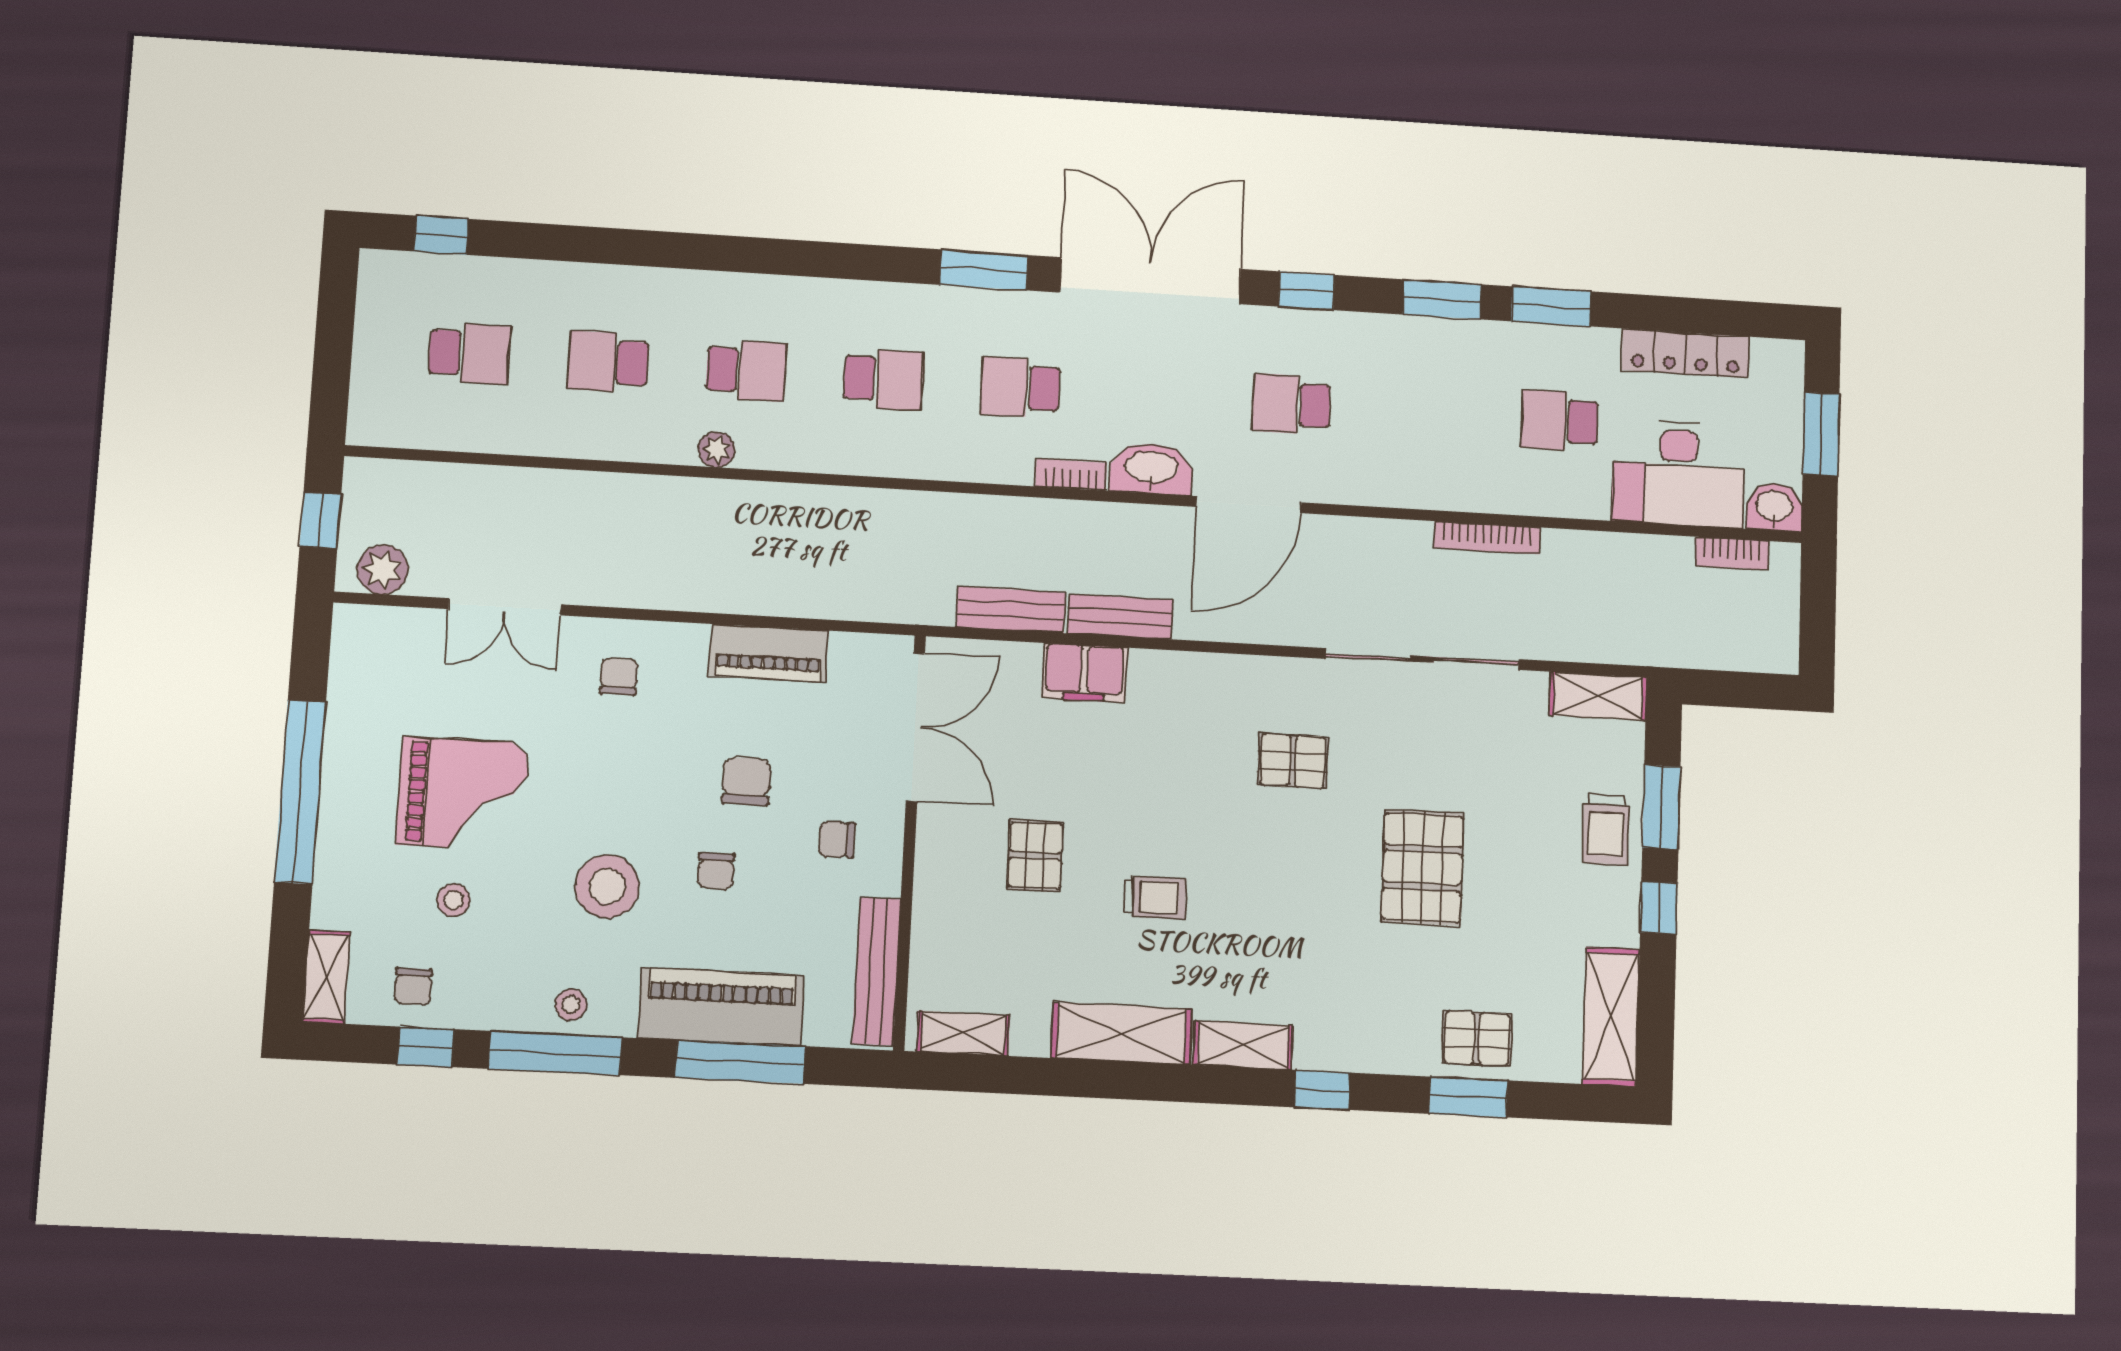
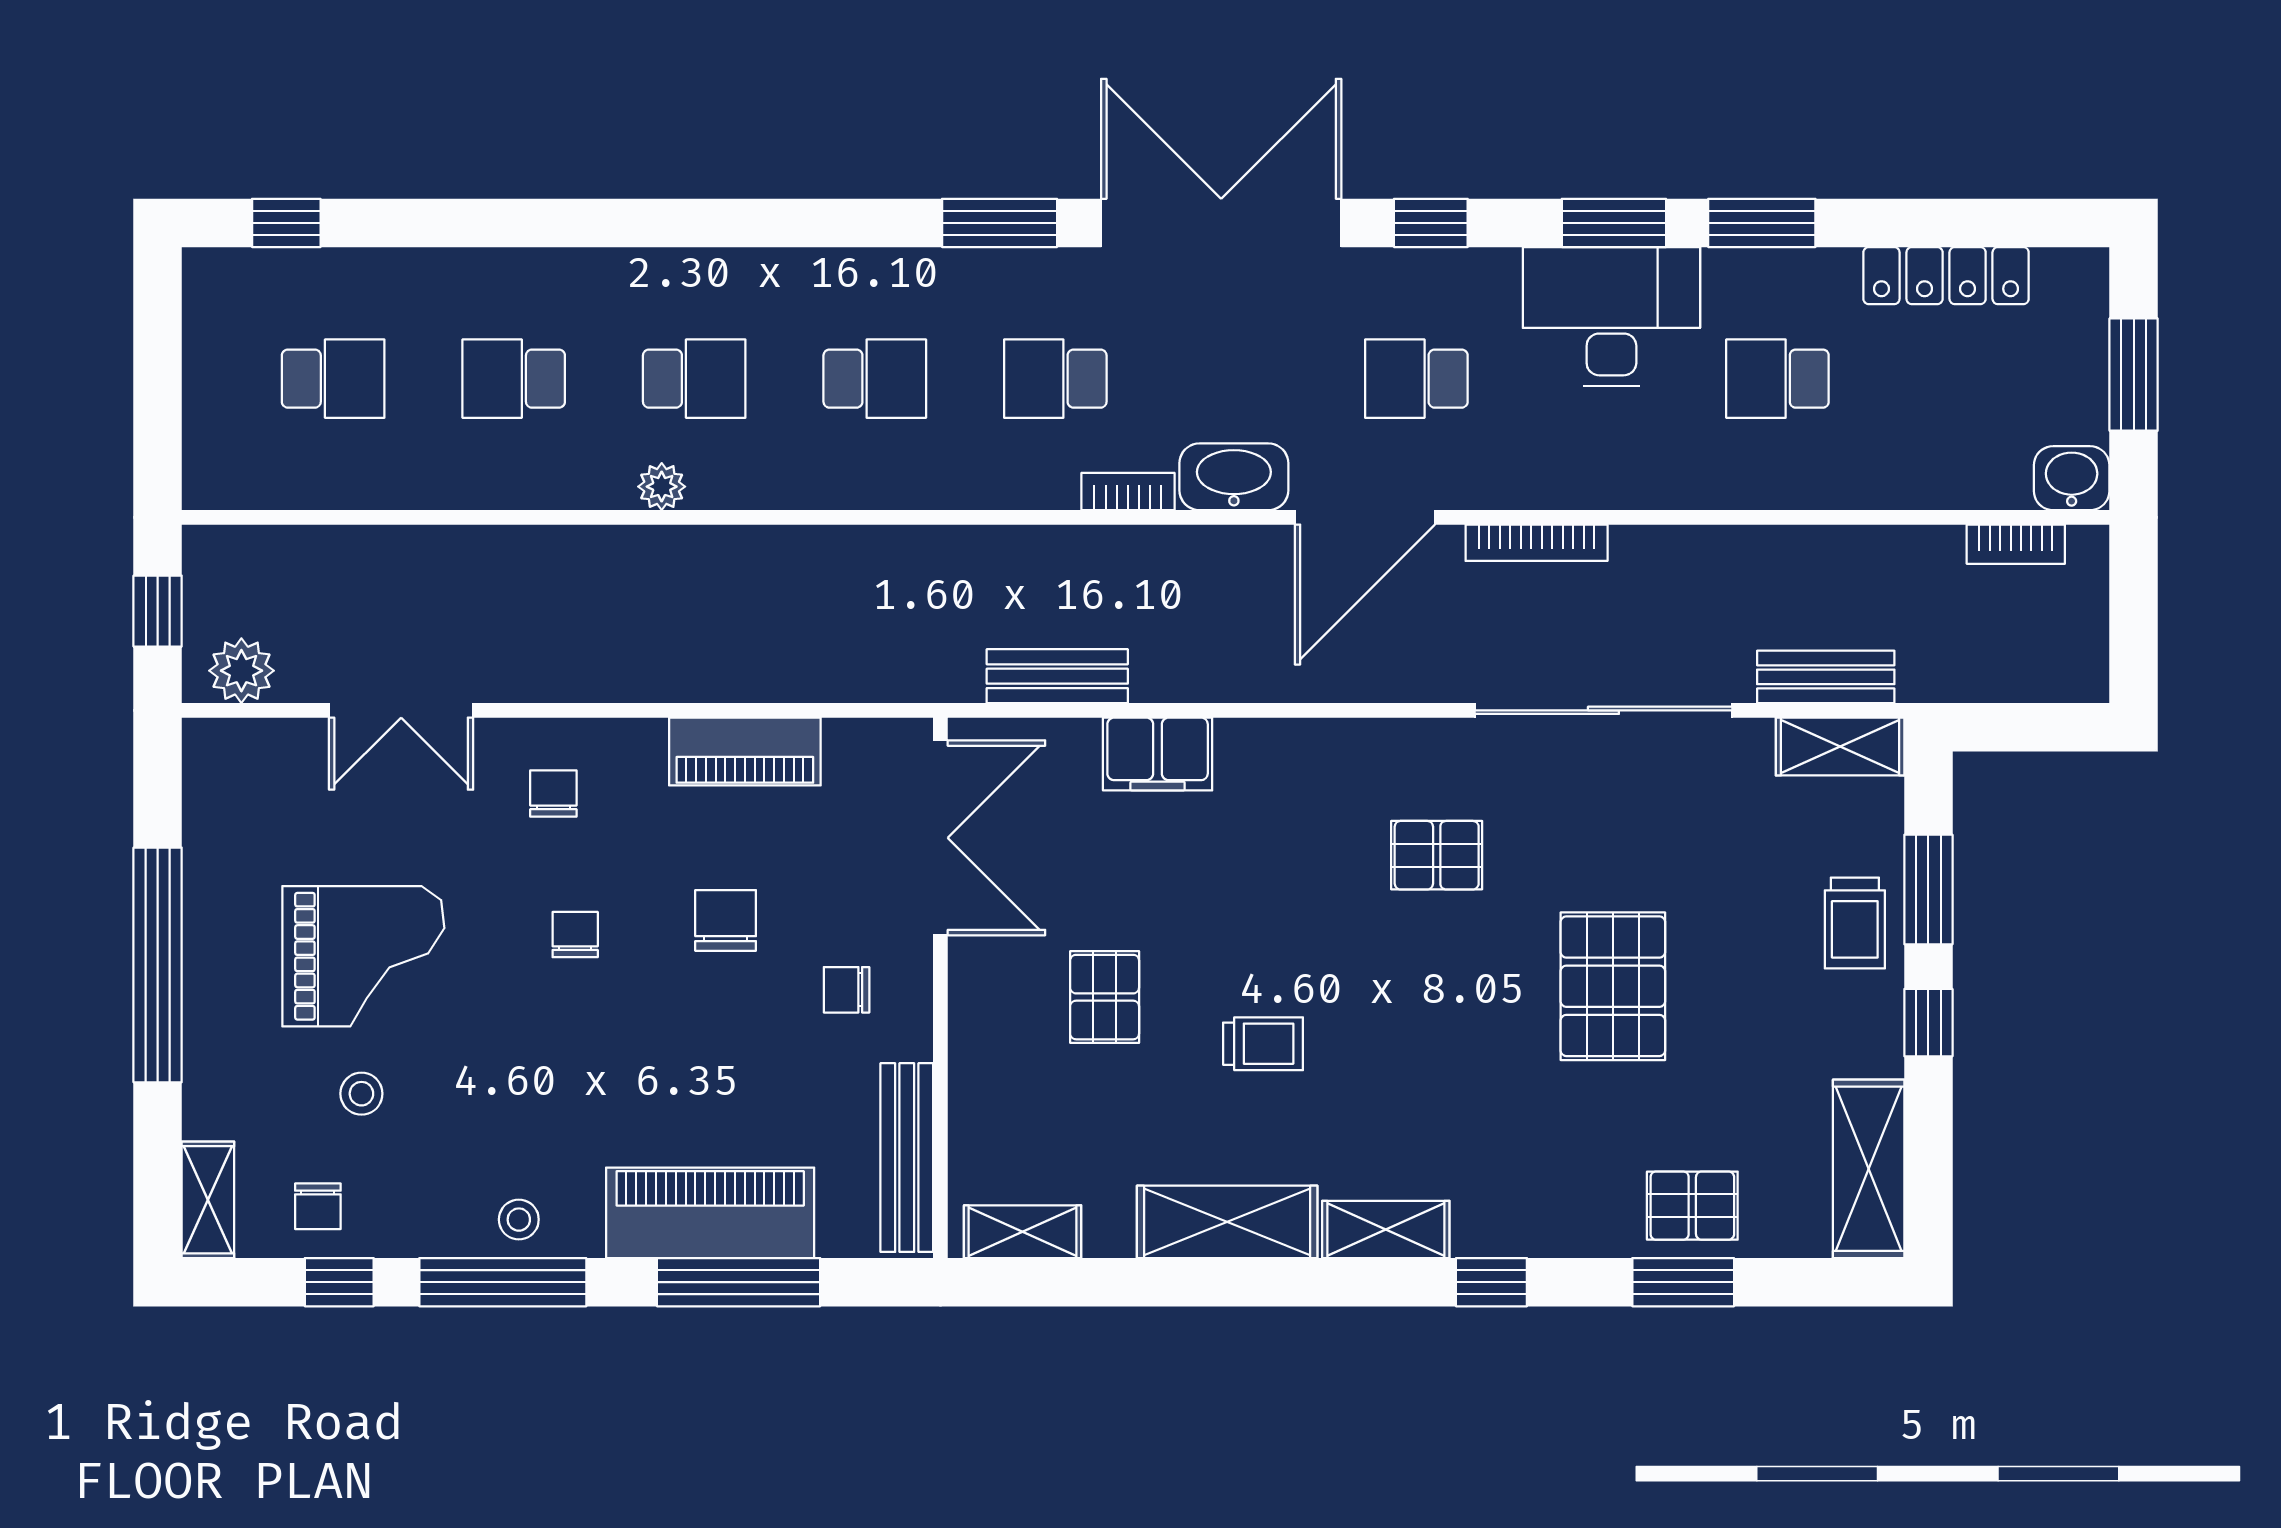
desk: (1678, 474) -> (1611, 317), moved, turned 180
bookcase: (1487, 538) -> (1537, 543), moved
bench: (1120, 617) -> (1826, 677), moved
chair: (716, 871) -> (575, 935), moved, turned 180
stool: (607, 886) -> (556, 1066), removed

